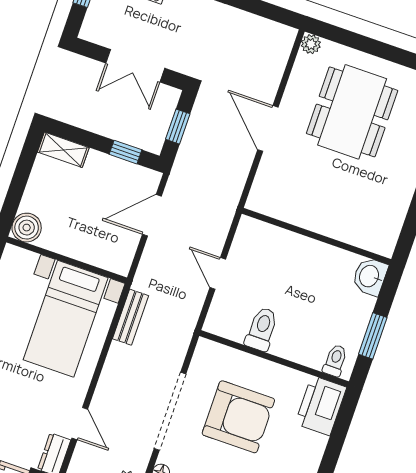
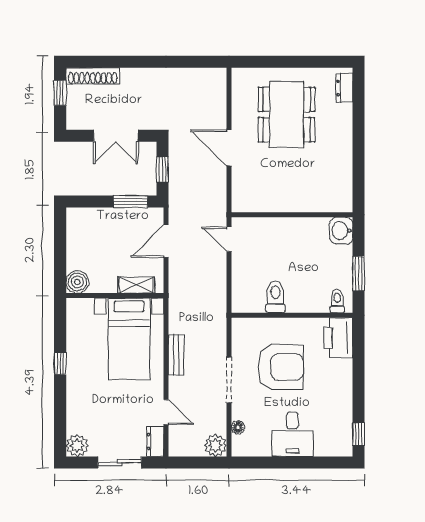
plant: (311, 44) -> (239, 75), removed
shelving: (63, 150) -> (136, 285), moved
window: (125, 152) -> (131, 201), width x1.50
door: (218, 273) -> (229, 239), moved
bench: (130, 317) -> (176, 355), moved
doorway: (170, 411) -> (229, 380), width x0.73

